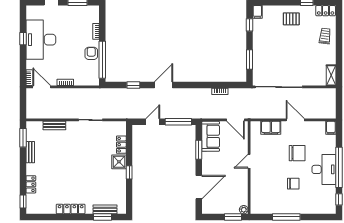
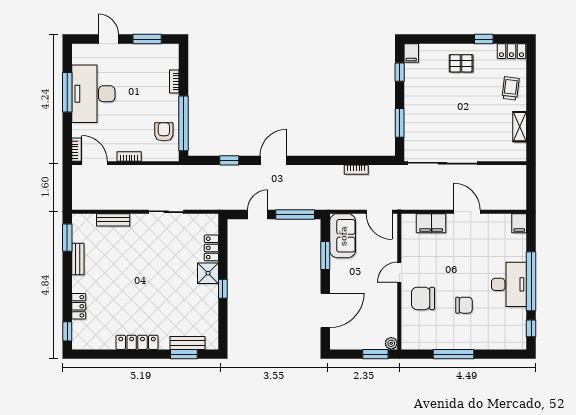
window: (23, 39) -> (67, 92), width x2.17
armchair: (91, 53) -> (164, 132), moved
shelving: (331, 75) -> (520, 127), moved
chair: (297, 153) -> (423, 298), moved, turned 180

